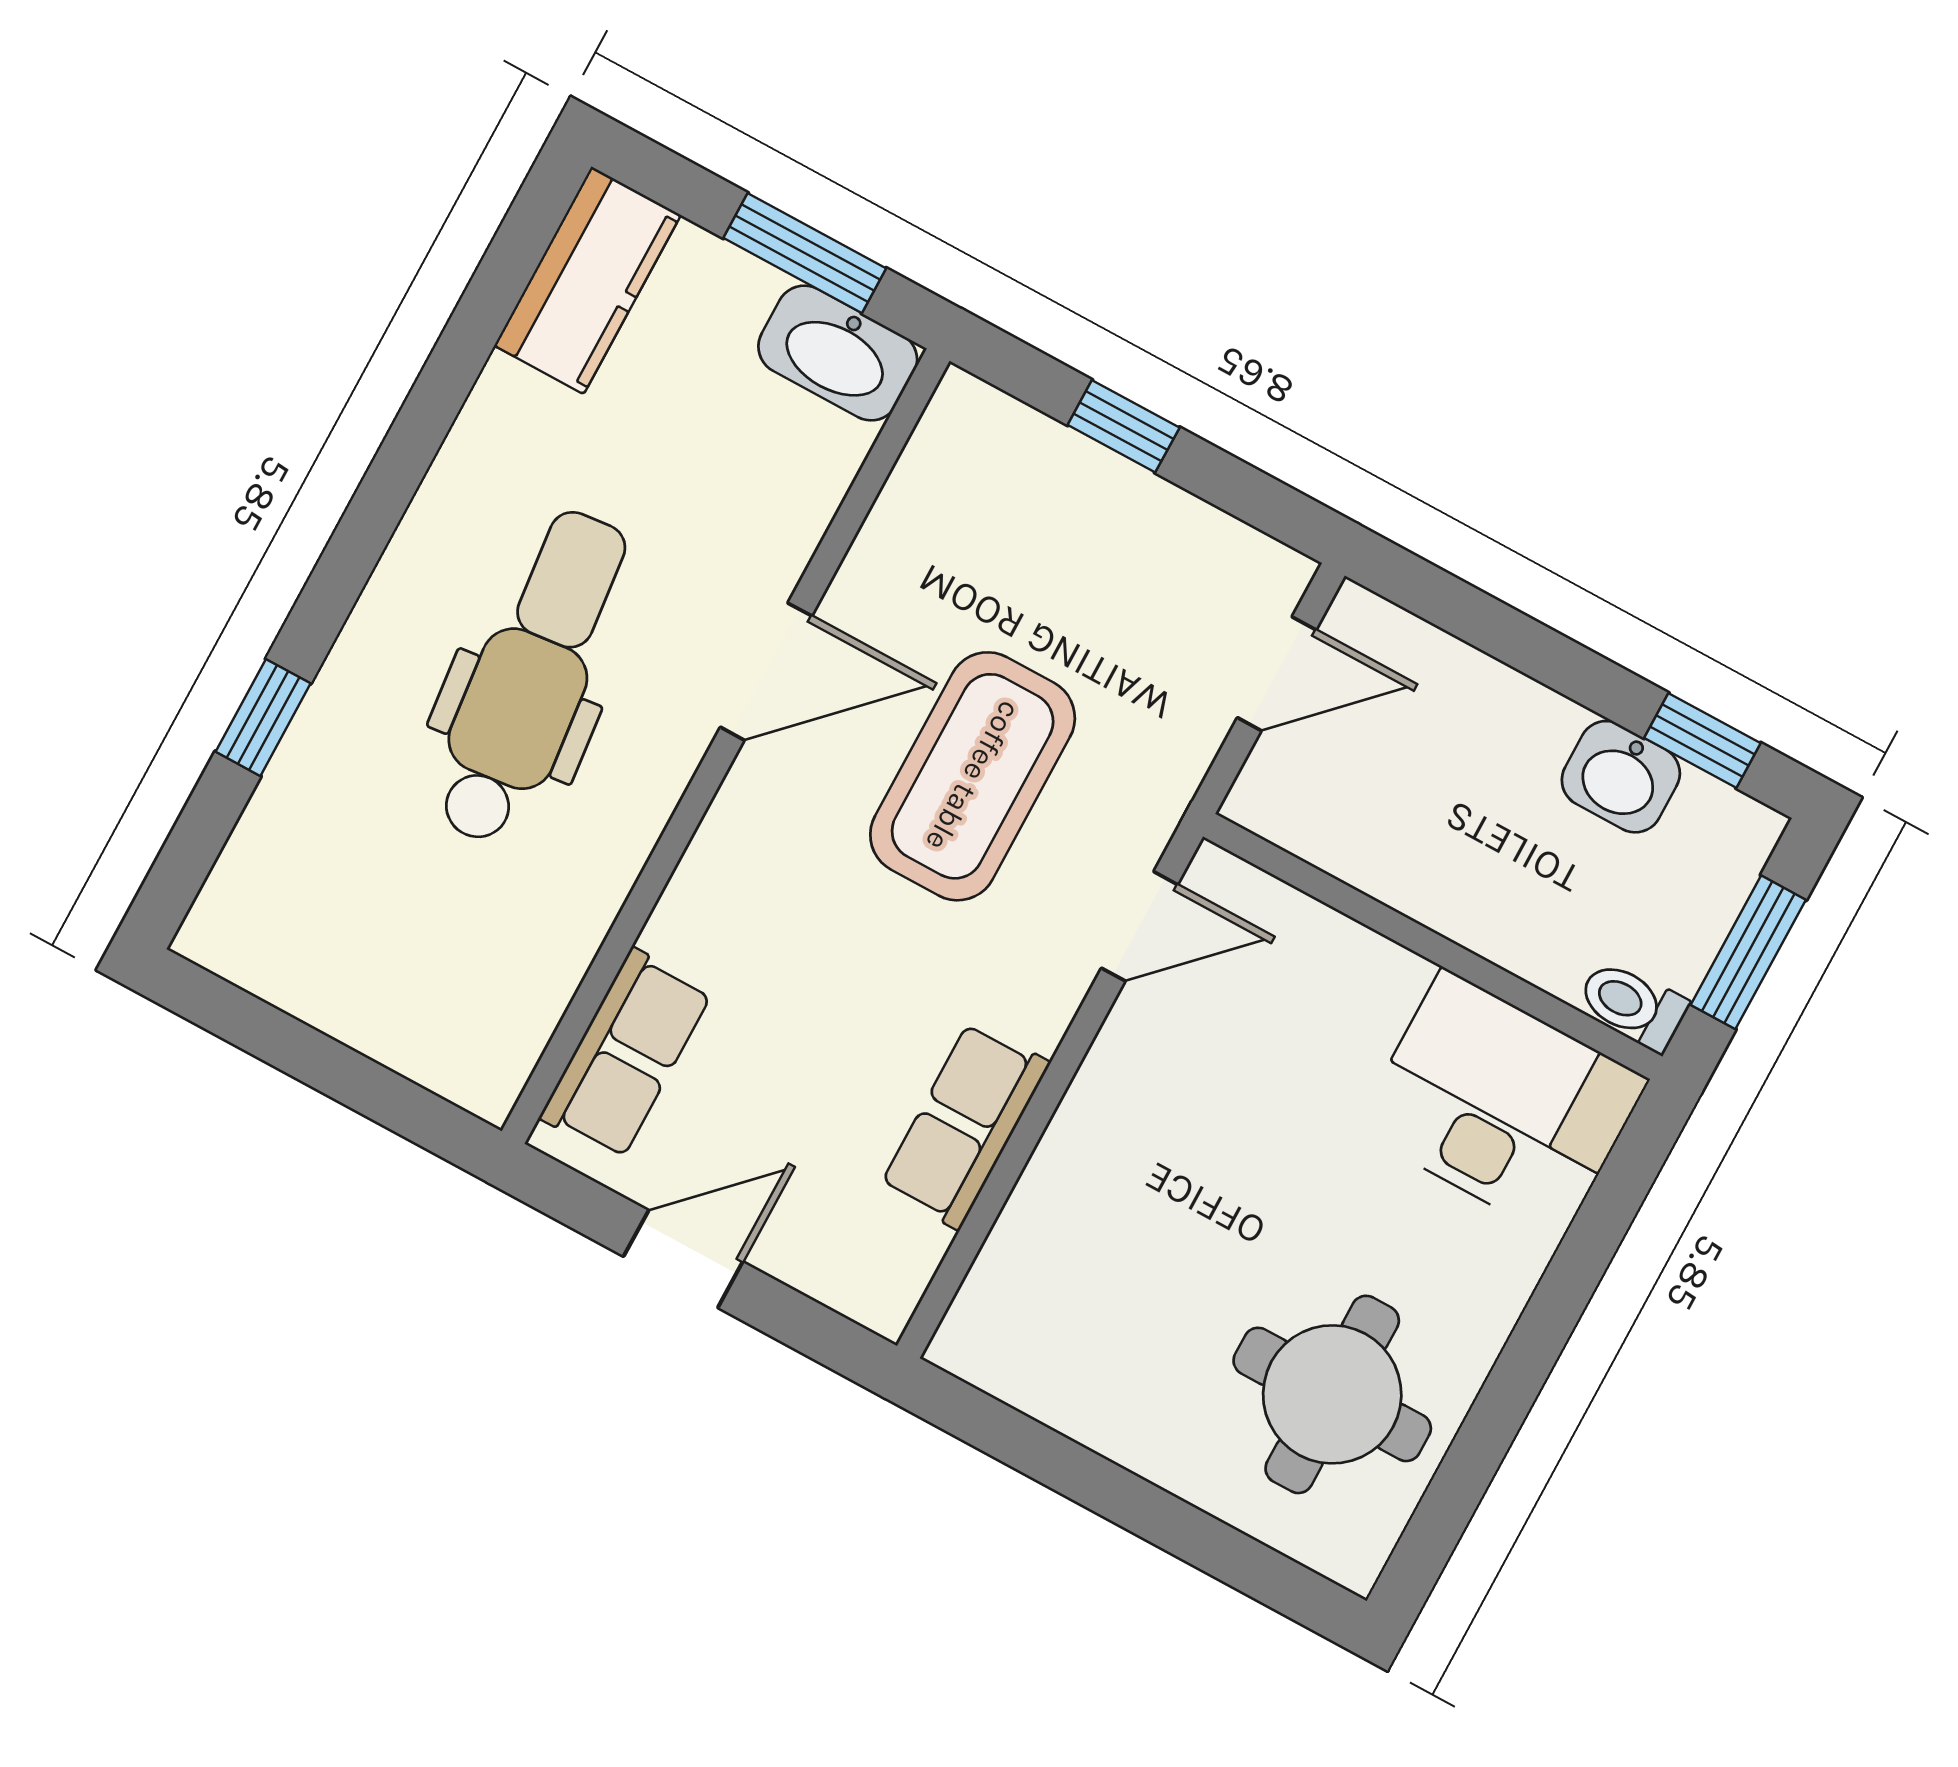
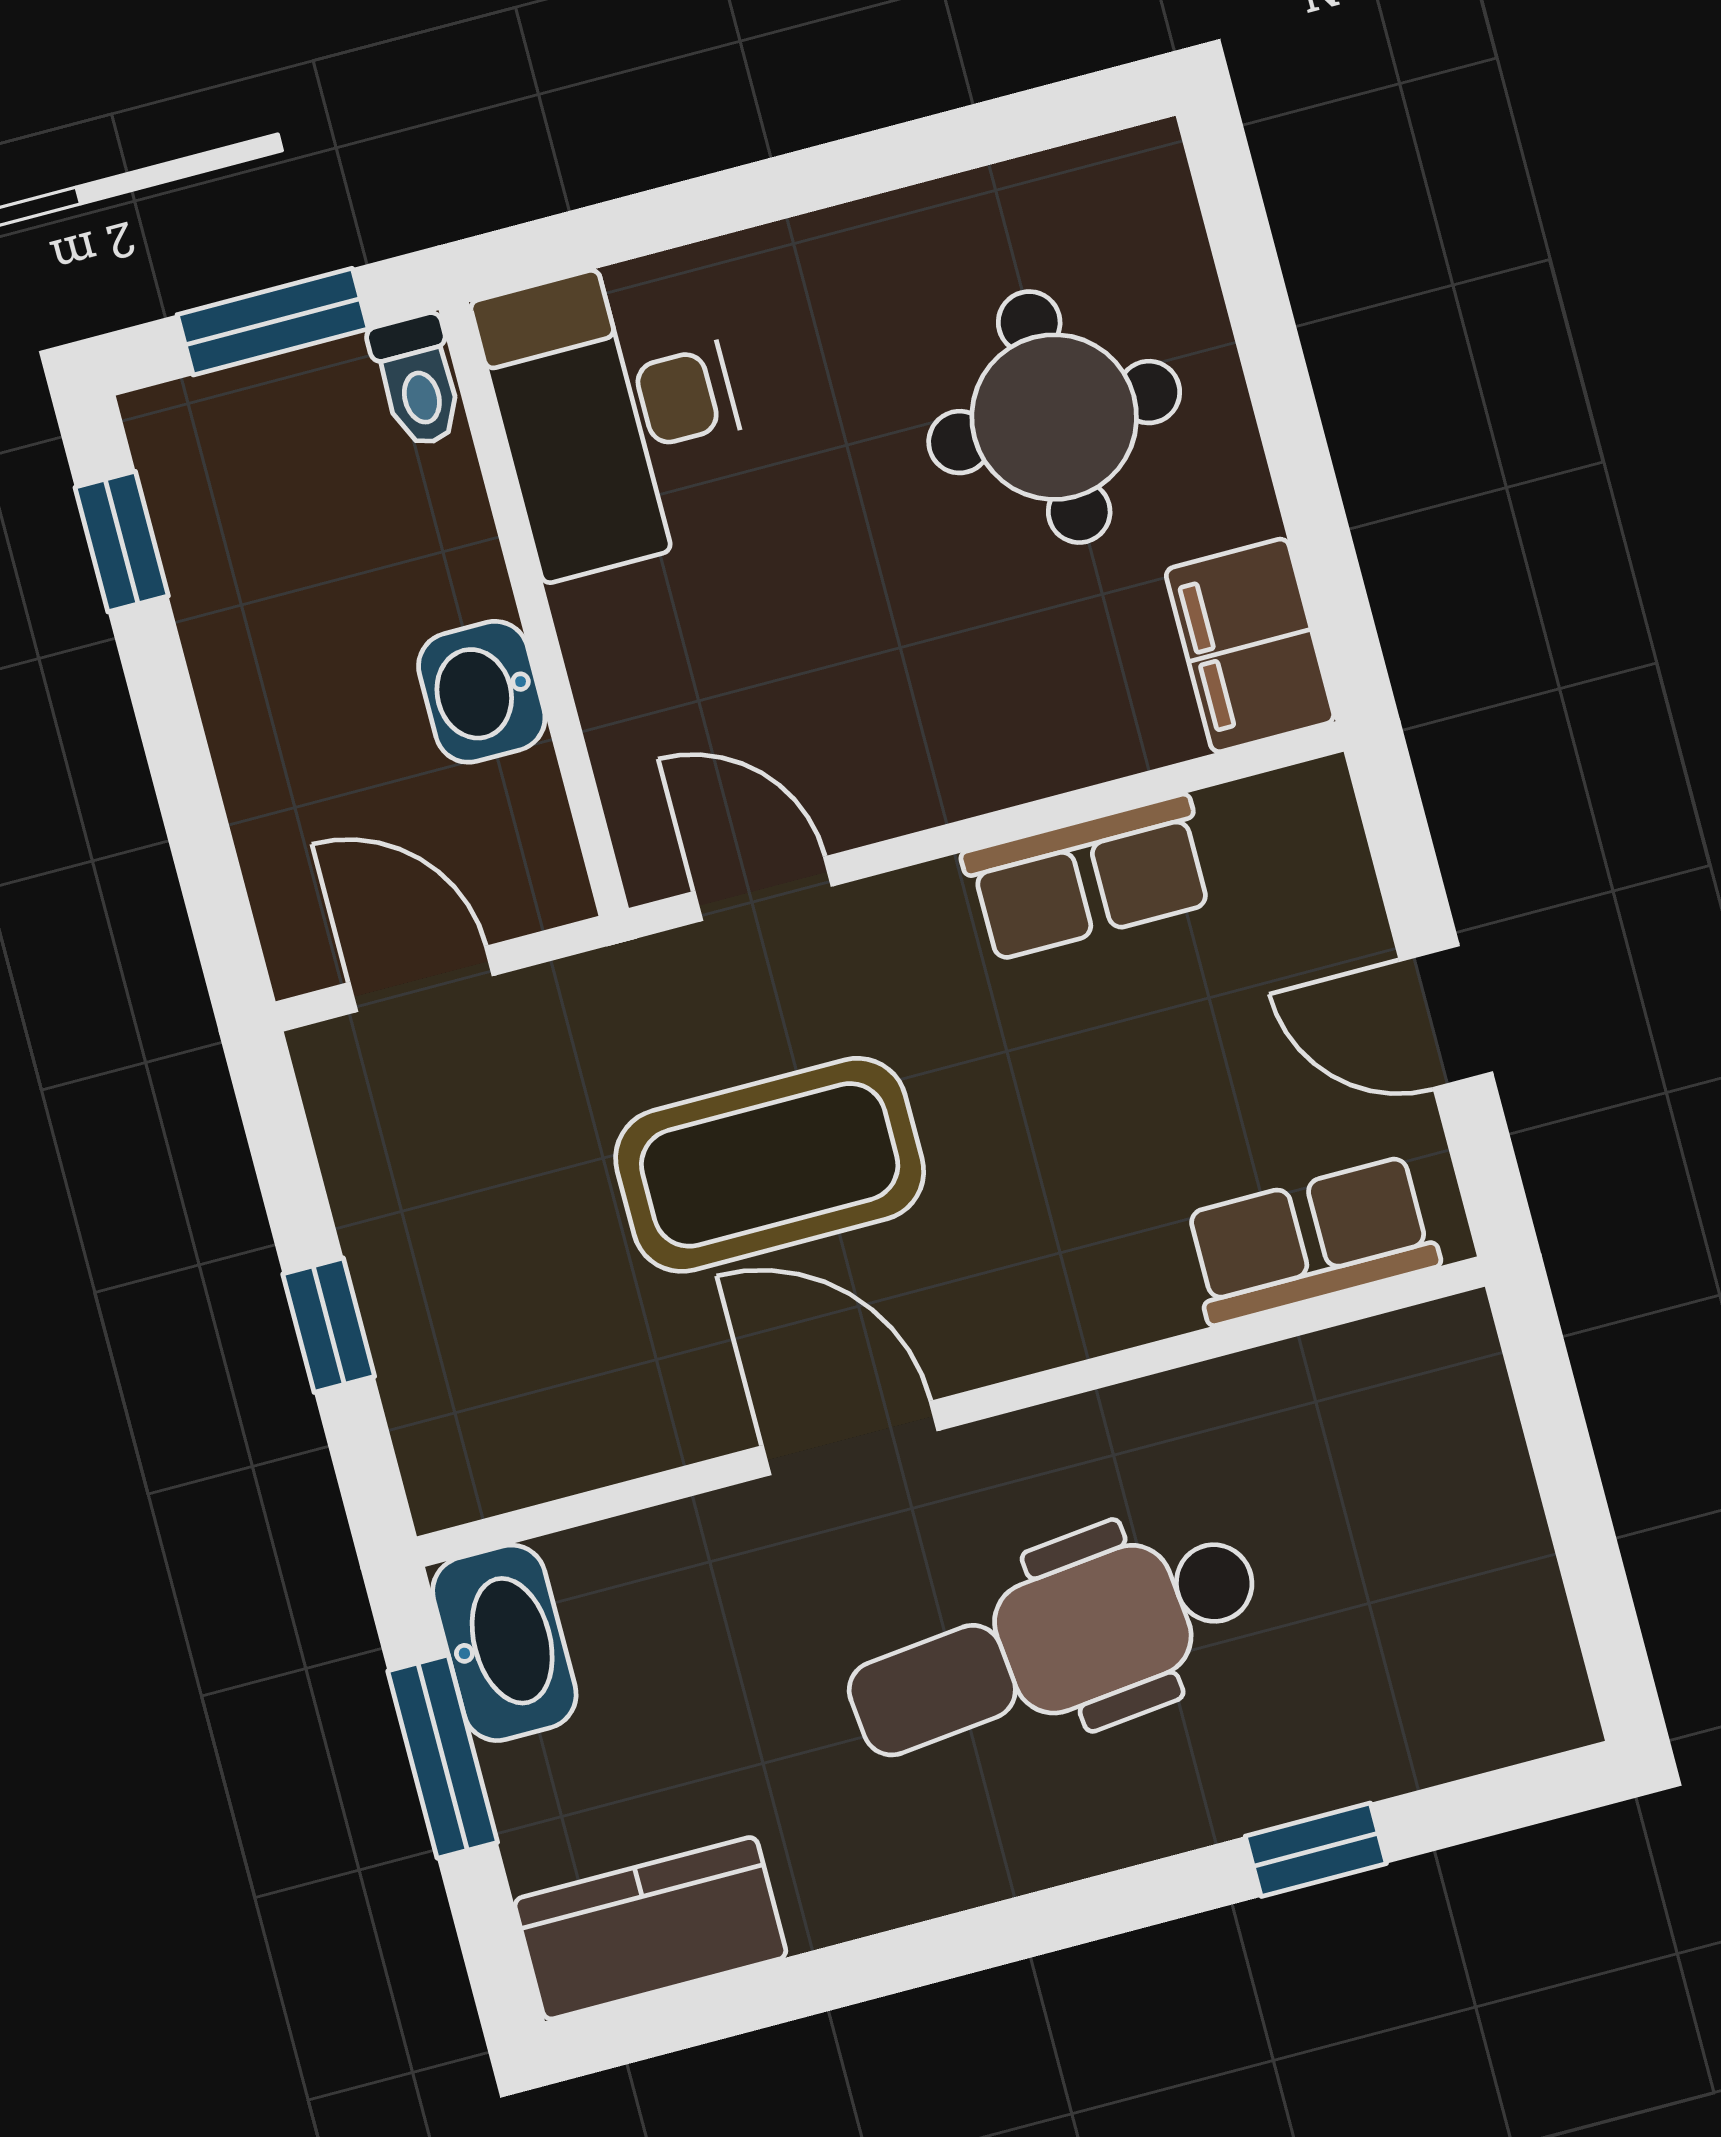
washbasin: (1621, 777) -> (482, 692), moved, turned 180
filing cabinet: (1012, 1350) -> (1250, 645), added
round table: (1332, 1394) -> (1054, 417), moved

